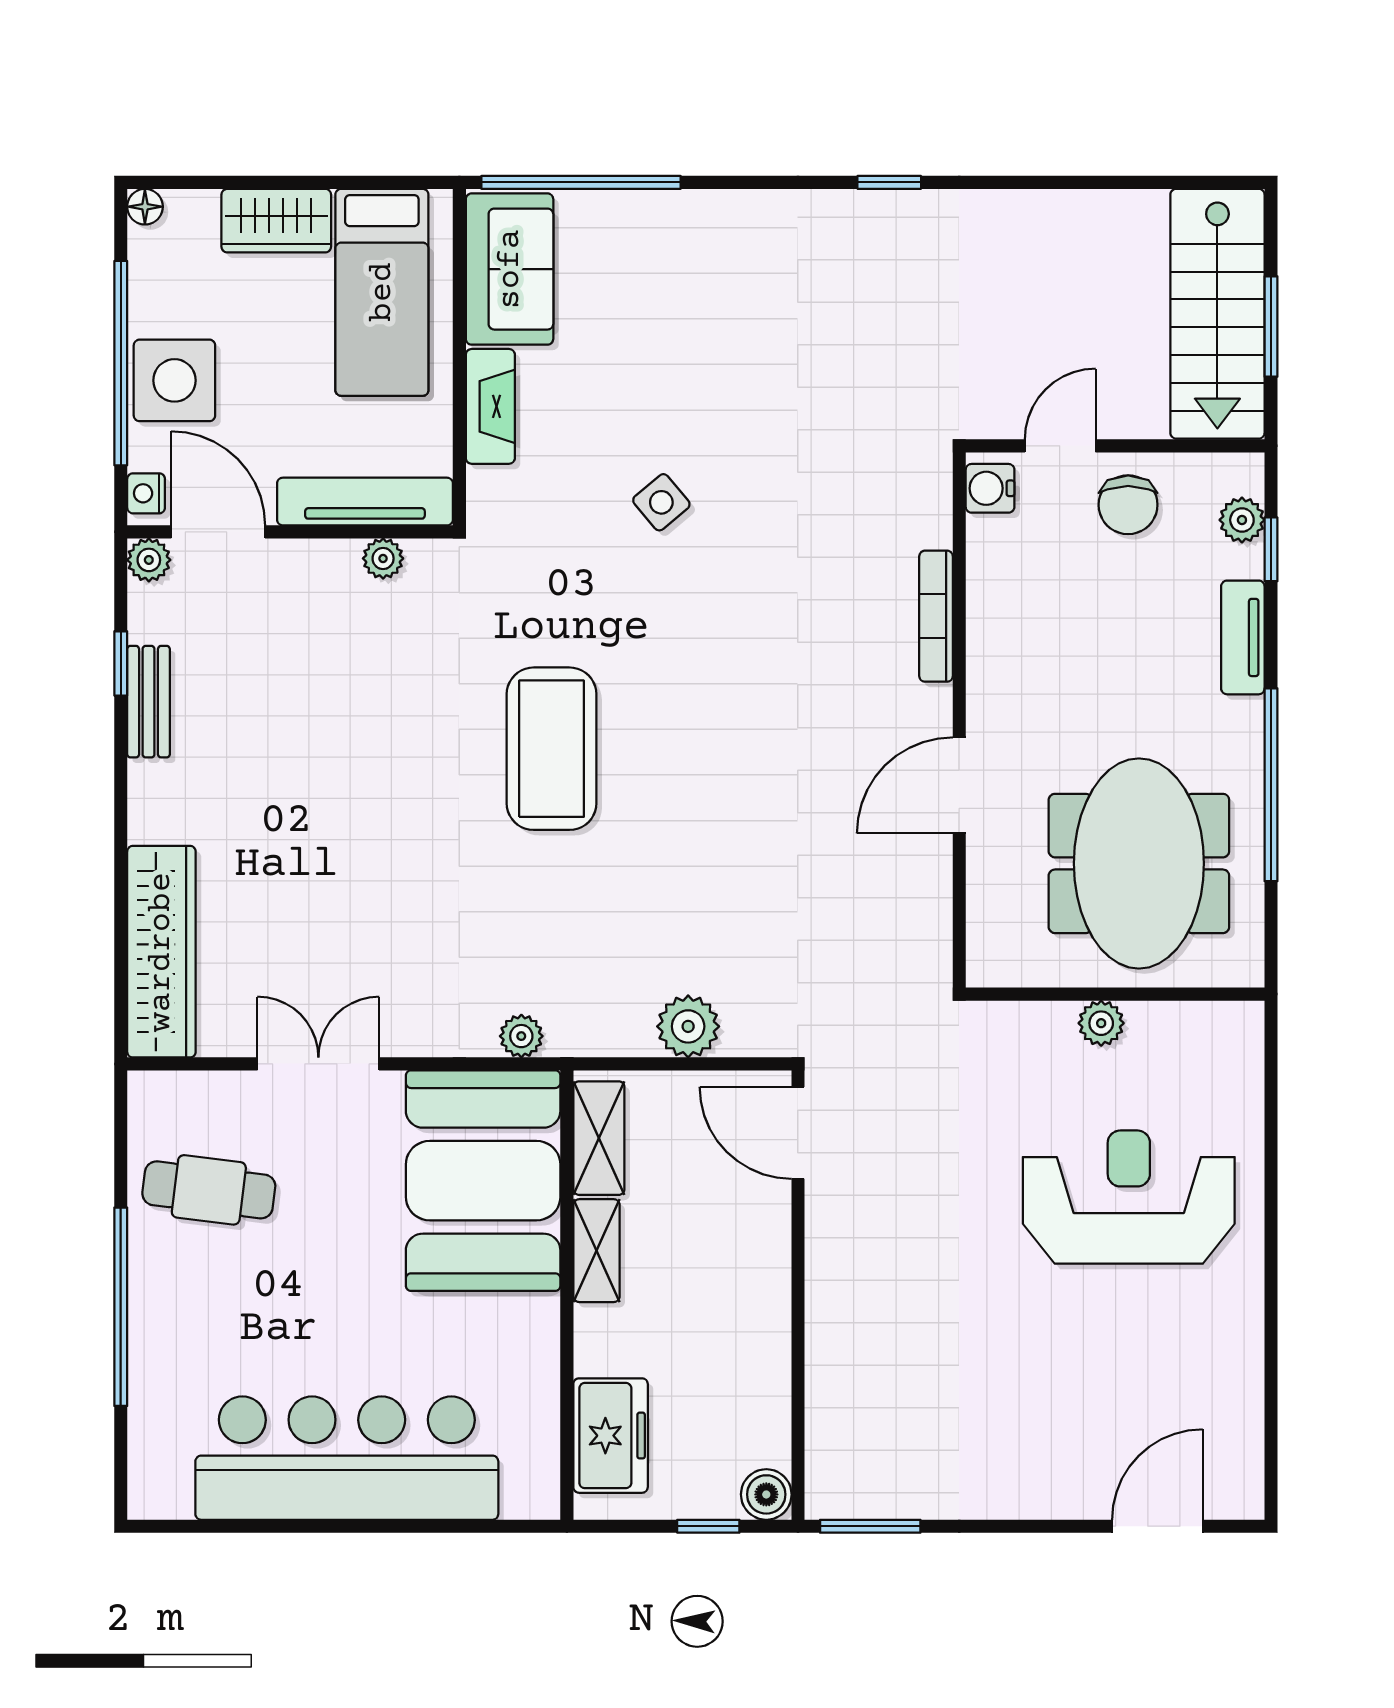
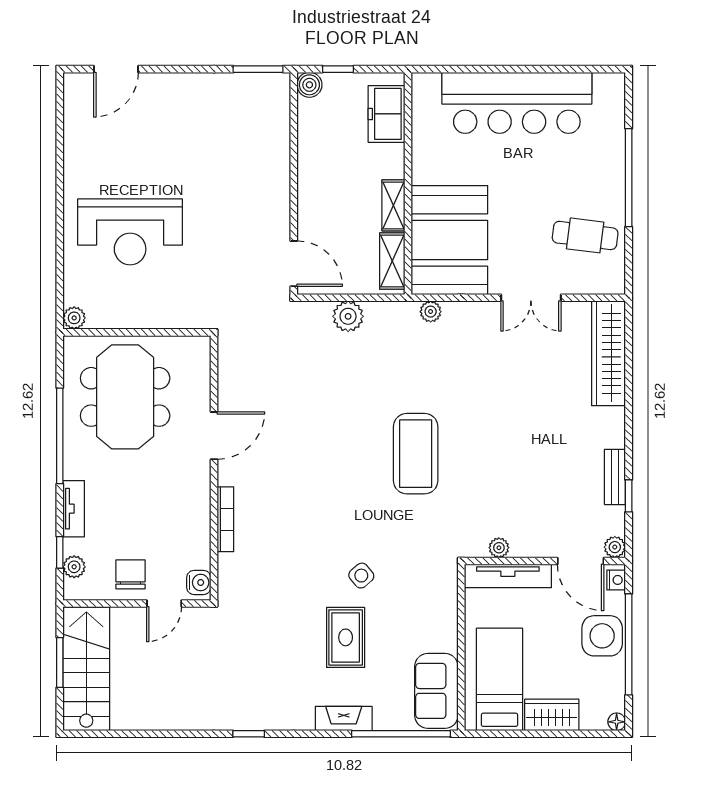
rug: (693, 377) -> (346, 637), added
fireplace: (490, 406) -> (344, 718), moved, turned 90
plant: (1101, 1023) -> (74, 318), moved

